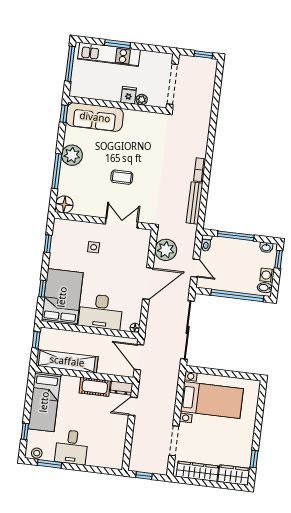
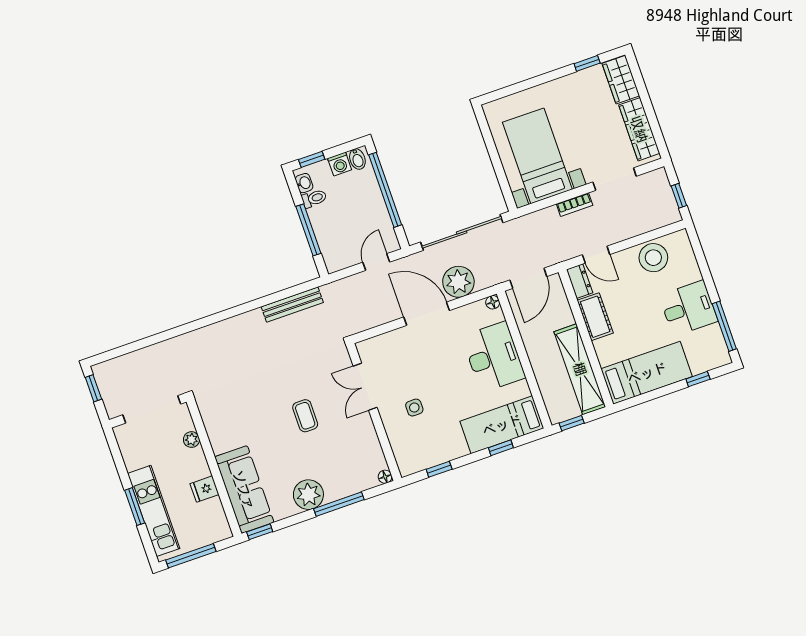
fridge: (129, 95) -> (204, 489), moved
bookcase: (200, 170) -> (575, 205), moved
floor lamp: (64, 205) -> (385, 477), width x0.53, depth x0.53
toilet: (206, 243) -> (314, 198), moved
plant: (166, 250) -> (458, 282), moved
bed: (62, 297) -> (502, 425), width x0.67
stool: (37, 453) -> (653, 258), moved, width x1.89, depth x1.89
window: (49, 464) -> (724, 326), width x1.44

